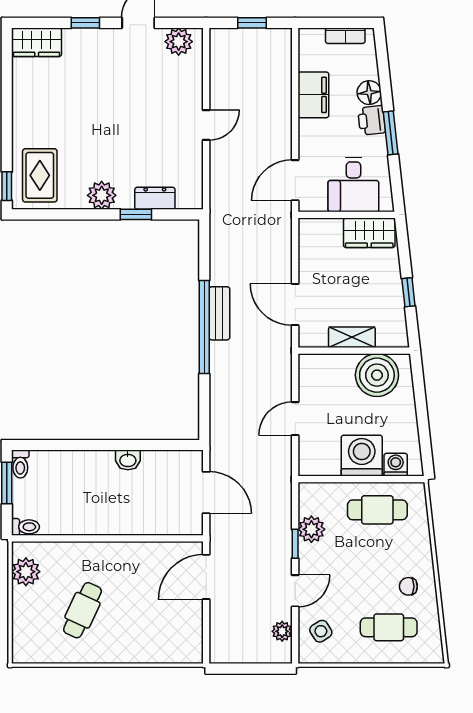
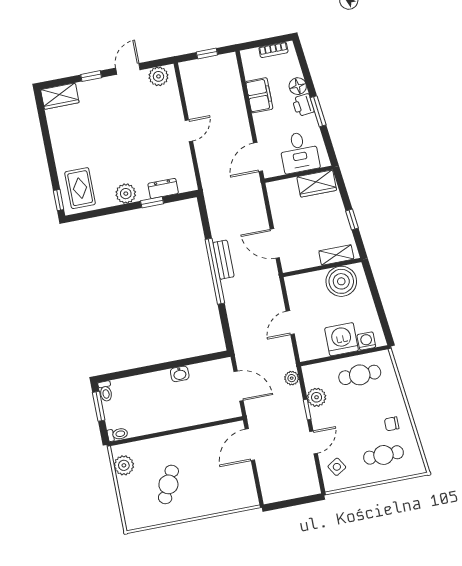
shelving: (352, 337) -> (336, 255), moved
plant: (282, 631) -> (292, 378), moved

